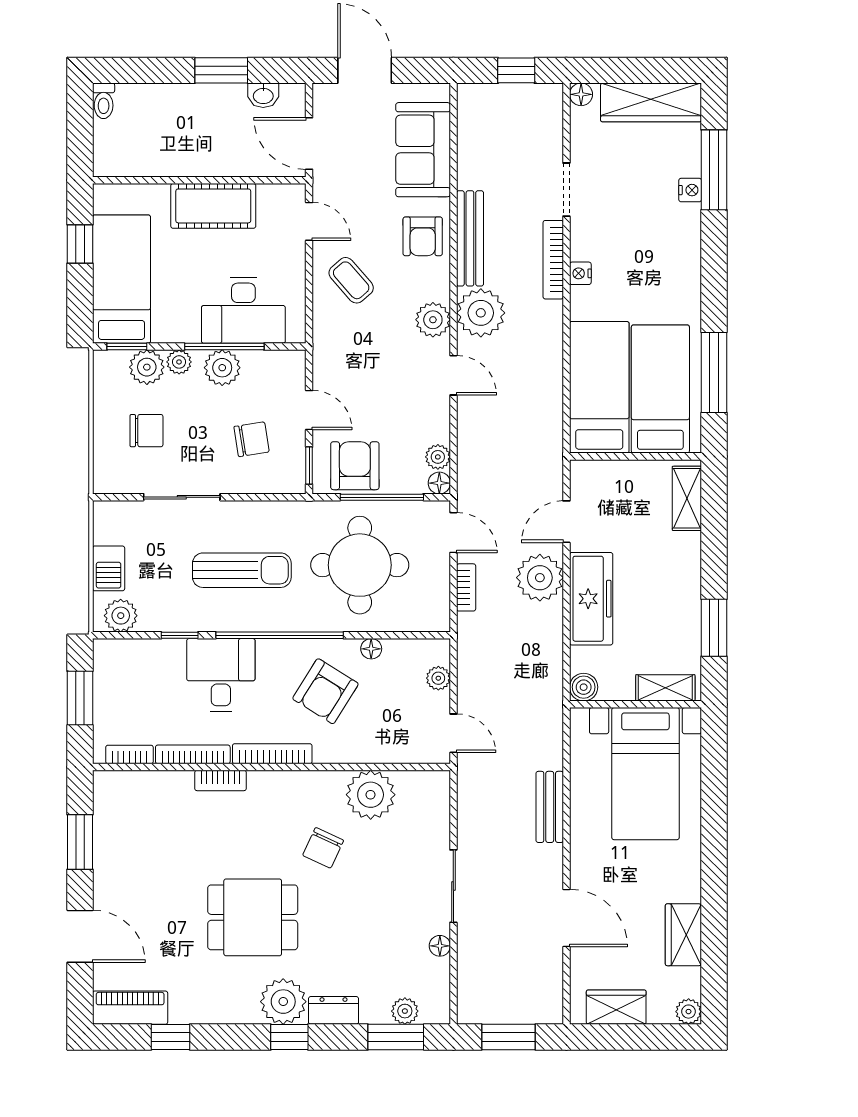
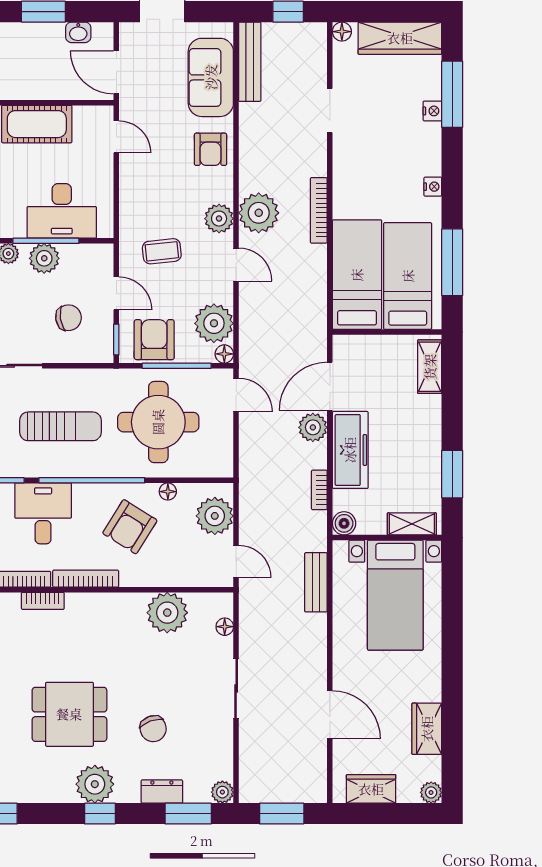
bench: (470, 238) -> (250, 62), moved
bookcase: (553, 260) -> (319, 210), moved
nightstand: (580, 273) -> (433, 187), moved, turned 180
coffee table: (351, 280) -> (162, 251), moved, turned -55
plant: (438, 457) -> (214, 323), width x1.88, depth x1.88
door: (566, 522) -> (330, 386), width x1.38
plant: (540, 578) -> (313, 427), width x0.73, depth x0.73
bookcase: (466, 587) -> (319, 490), moved, turned 180
plant: (438, 678) -> (215, 516), width x1.87, depth x1.87
bench: (550, 807) -> (316, 582), moved
chair: (323, 848) -> (153, 729), moved, turned -45
floor lamp: (440, 946) -> (225, 627), moved
dresser: (334, 1010) -> (162, 792), moved
plant: (405, 1011) -> (222, 792), moved

